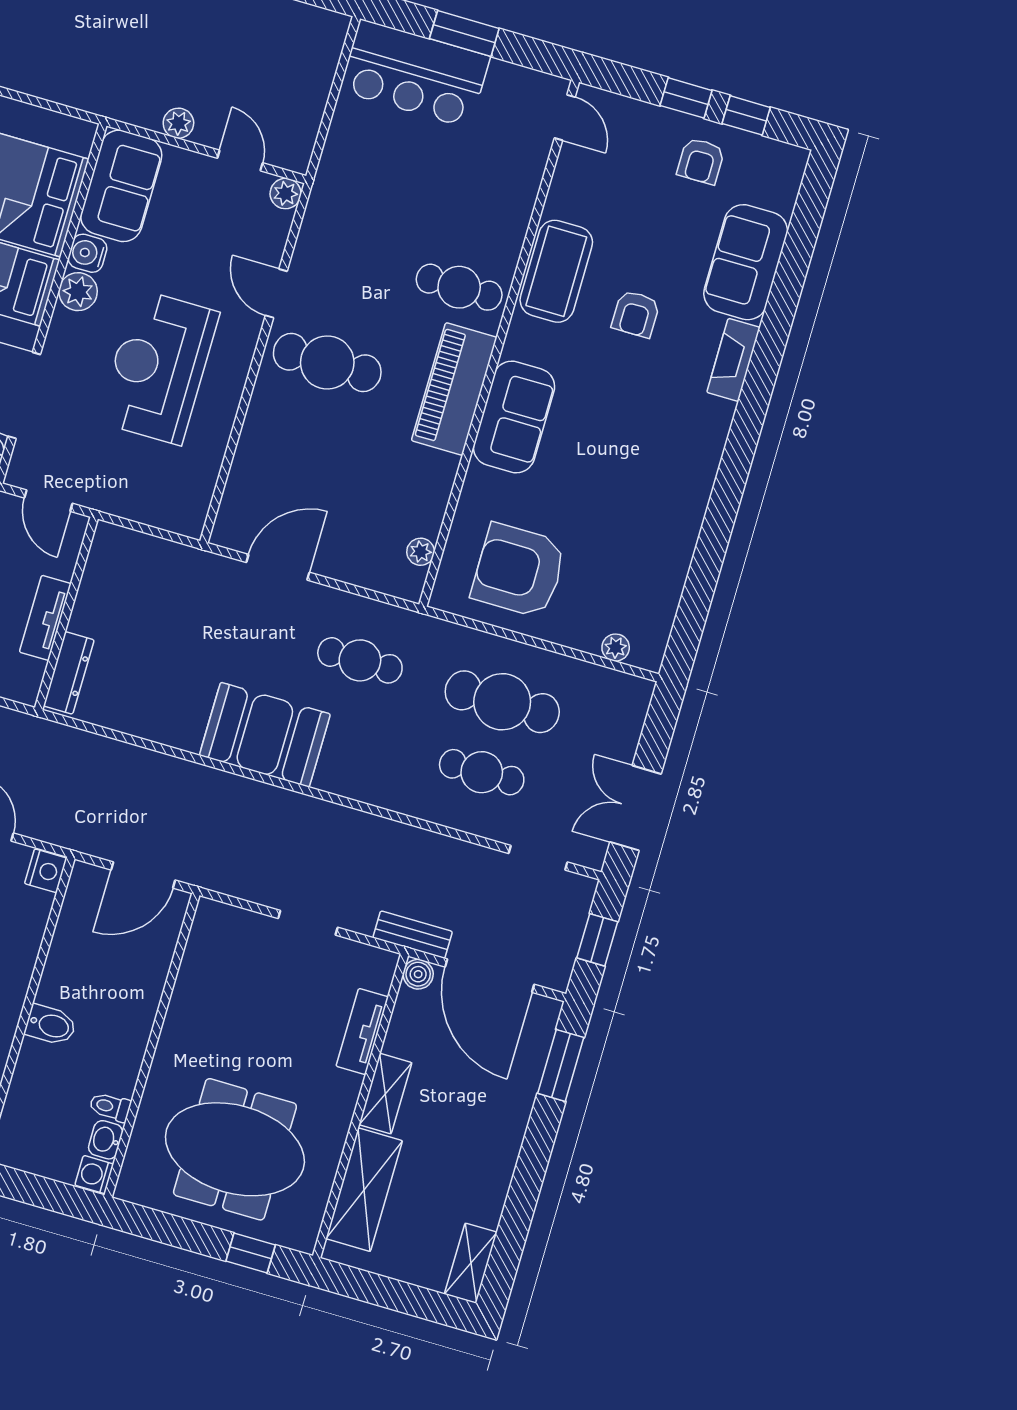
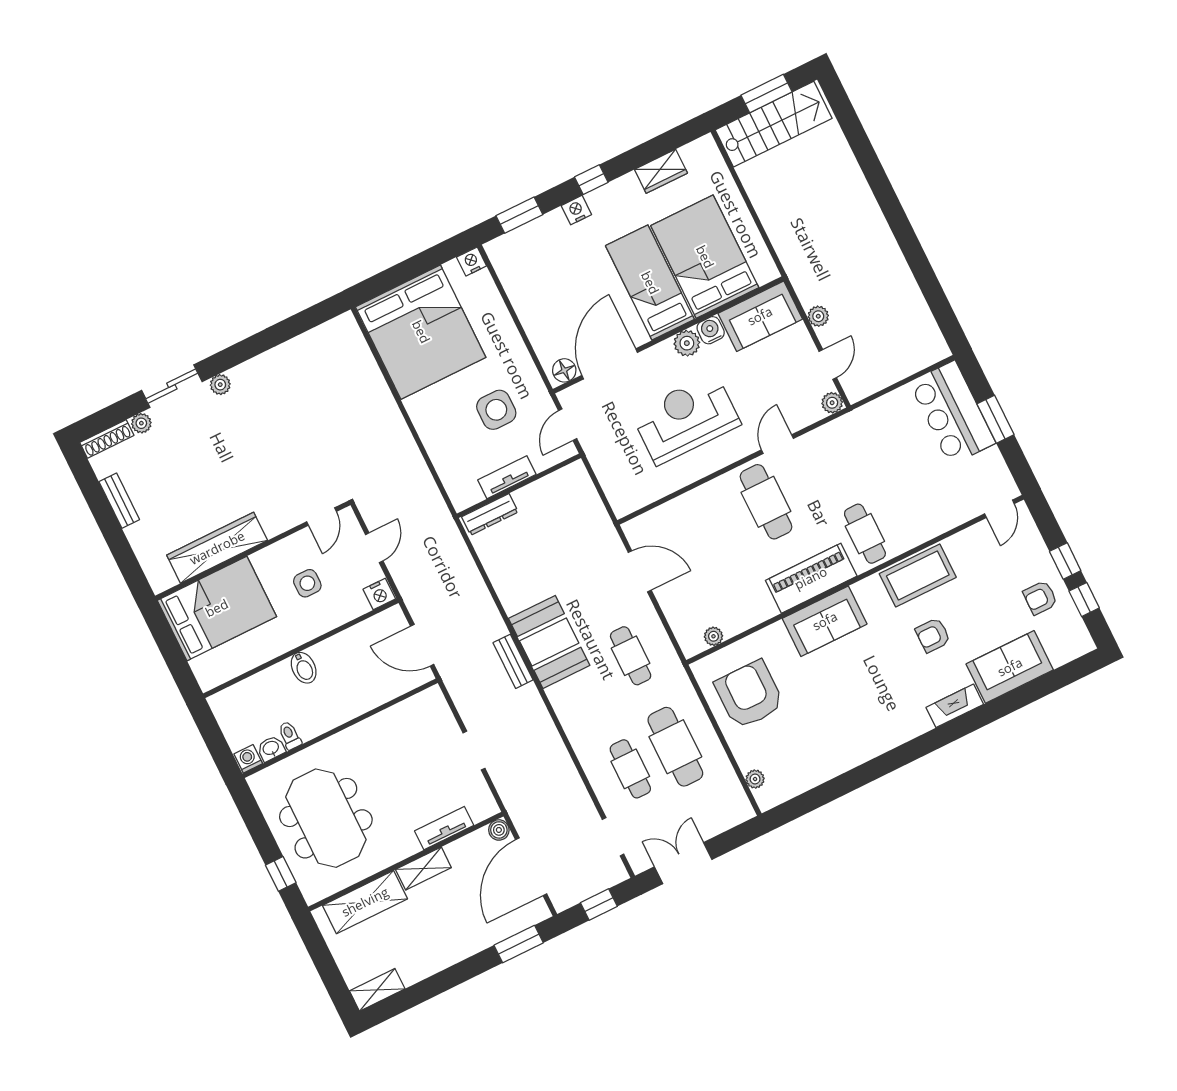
bench: (413, 935) -> (513, 661), moved

